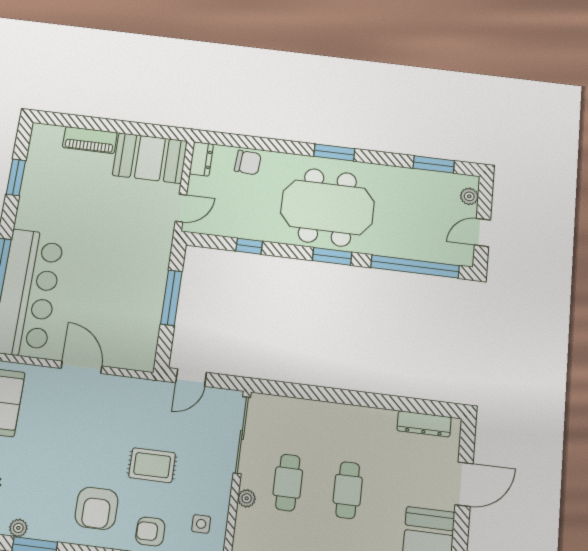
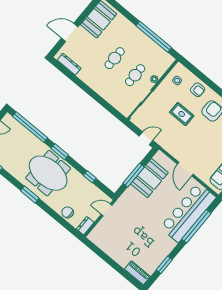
piano: (90, 140) -> (137, 273), moved
booth: (150, 158) -> (149, 178), moved, turned 90

